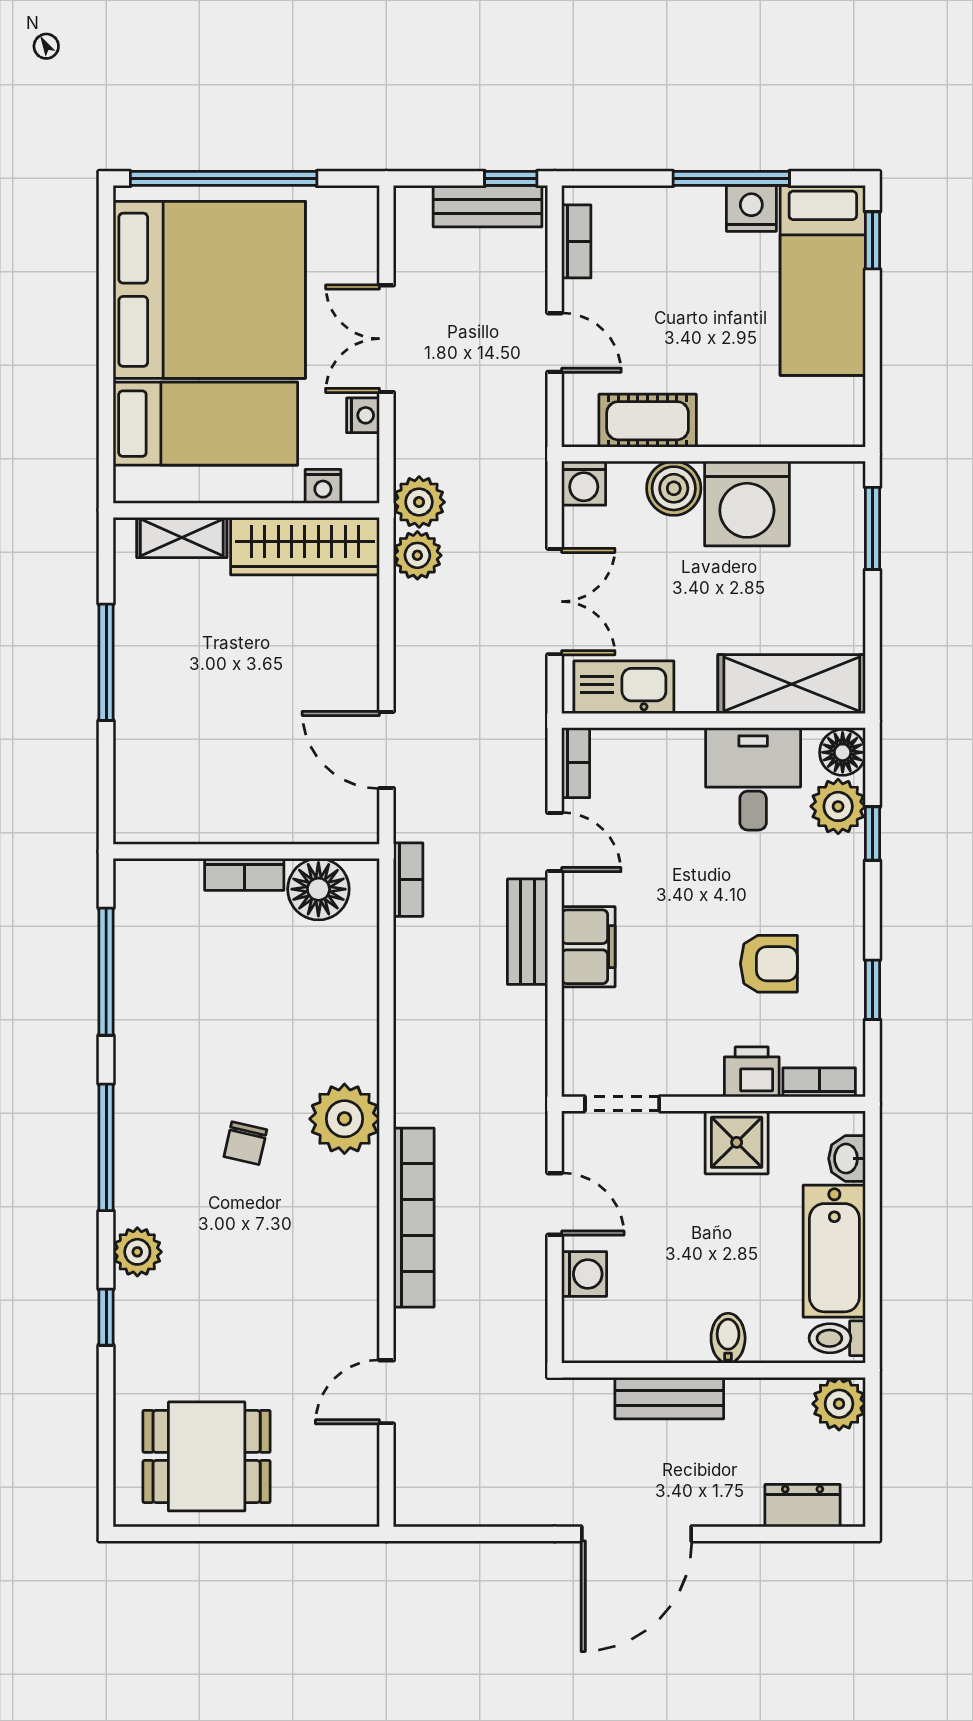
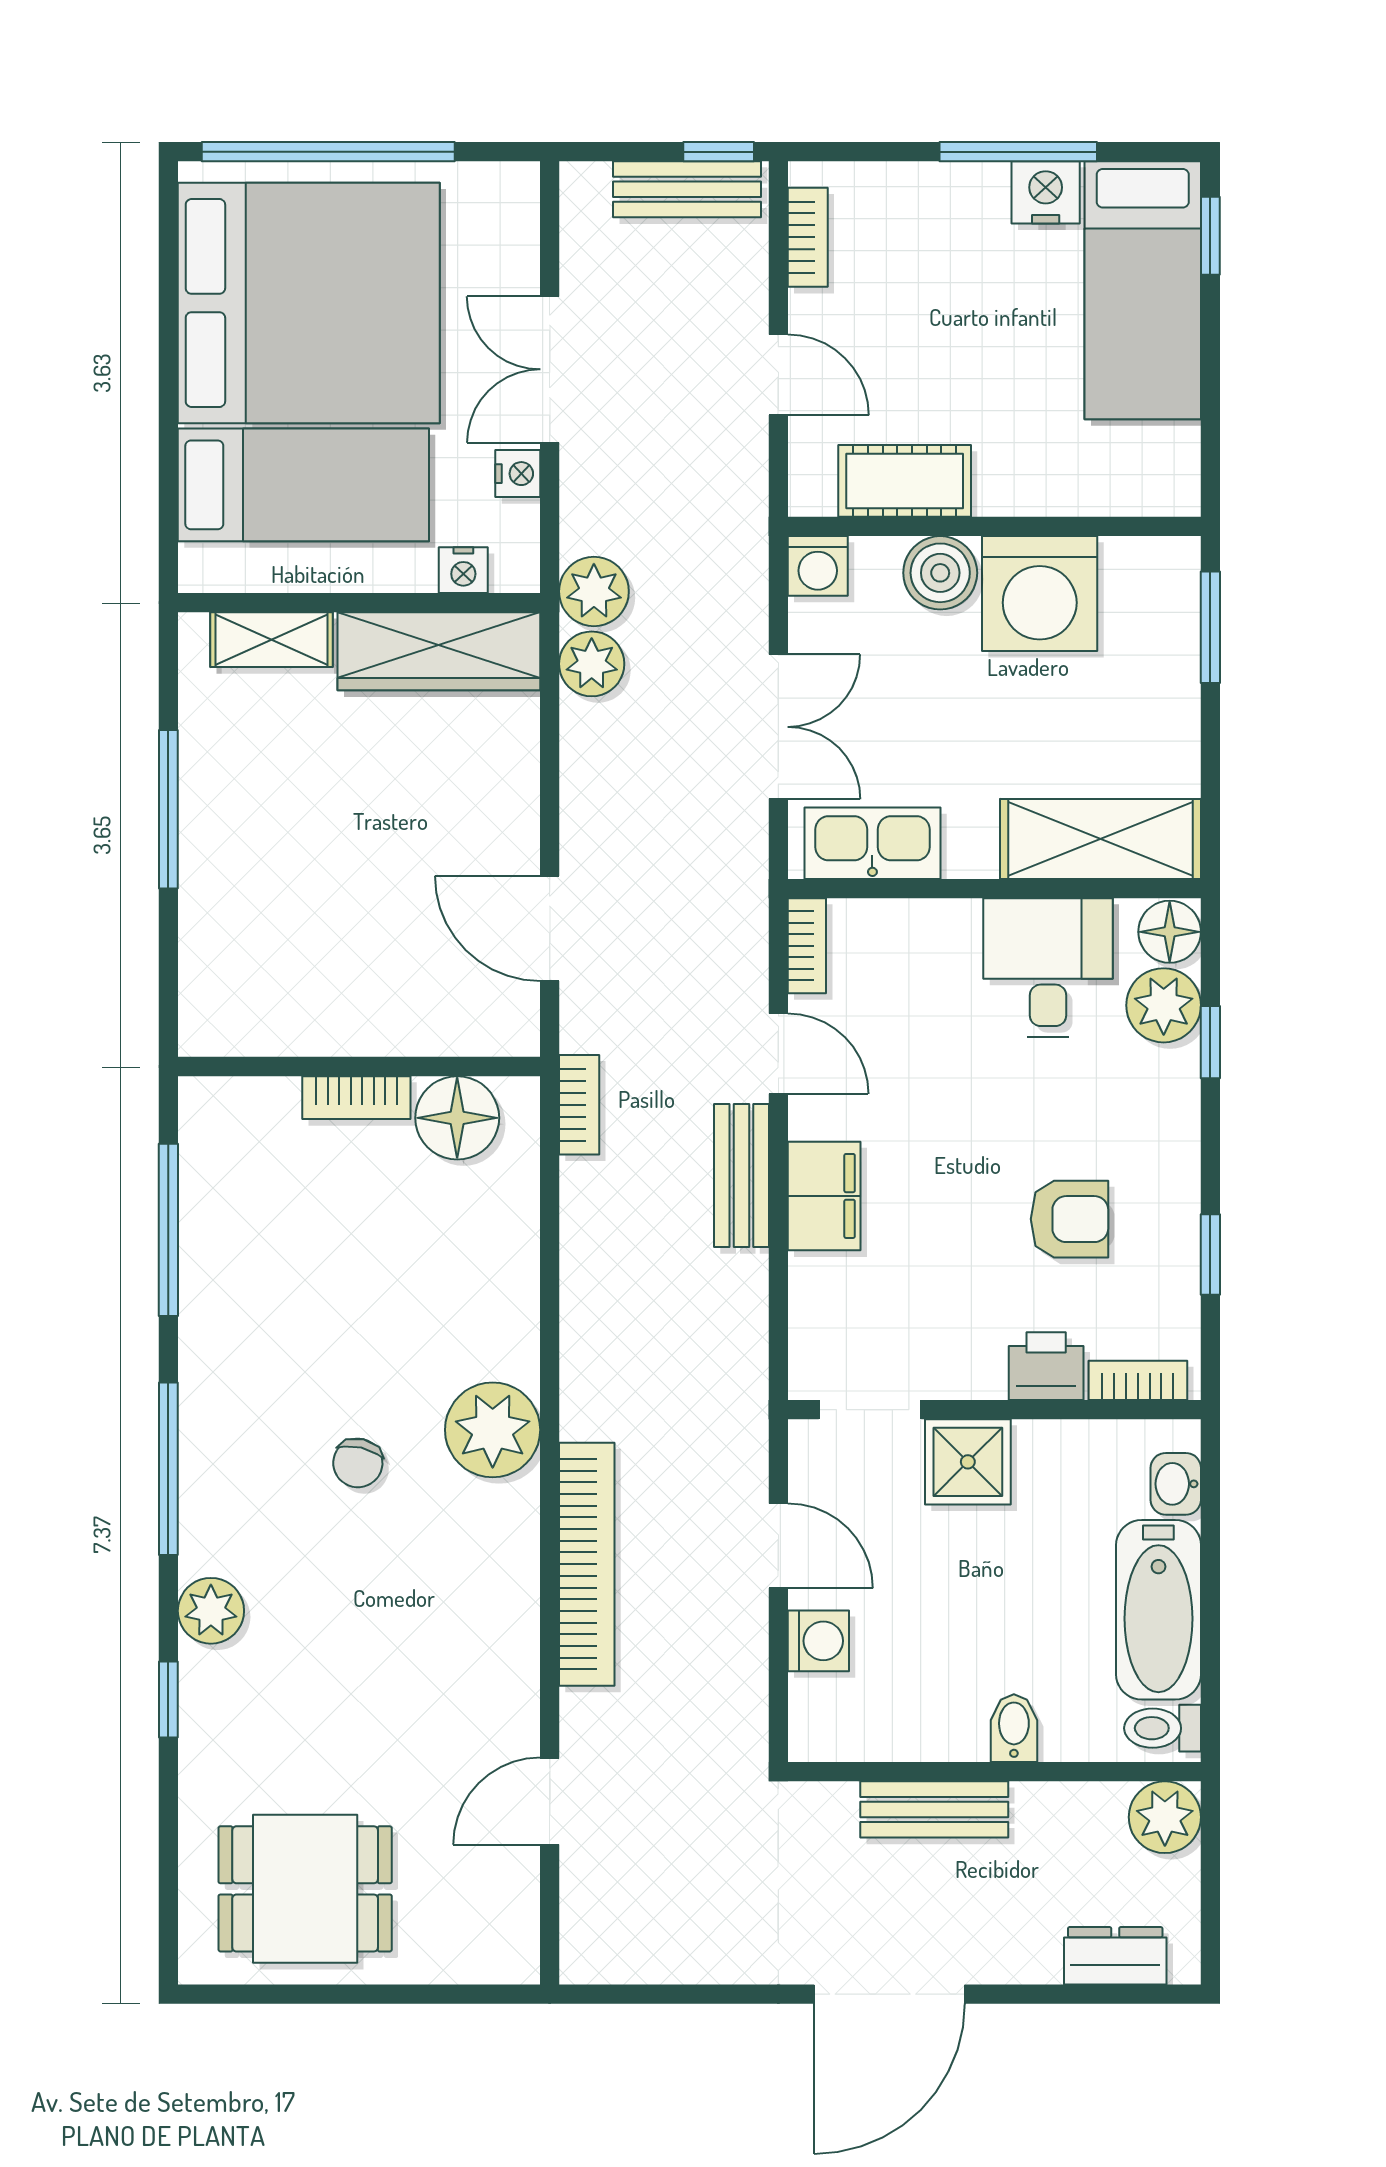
shower: (737, 1142) -> (968, 1462), moved

